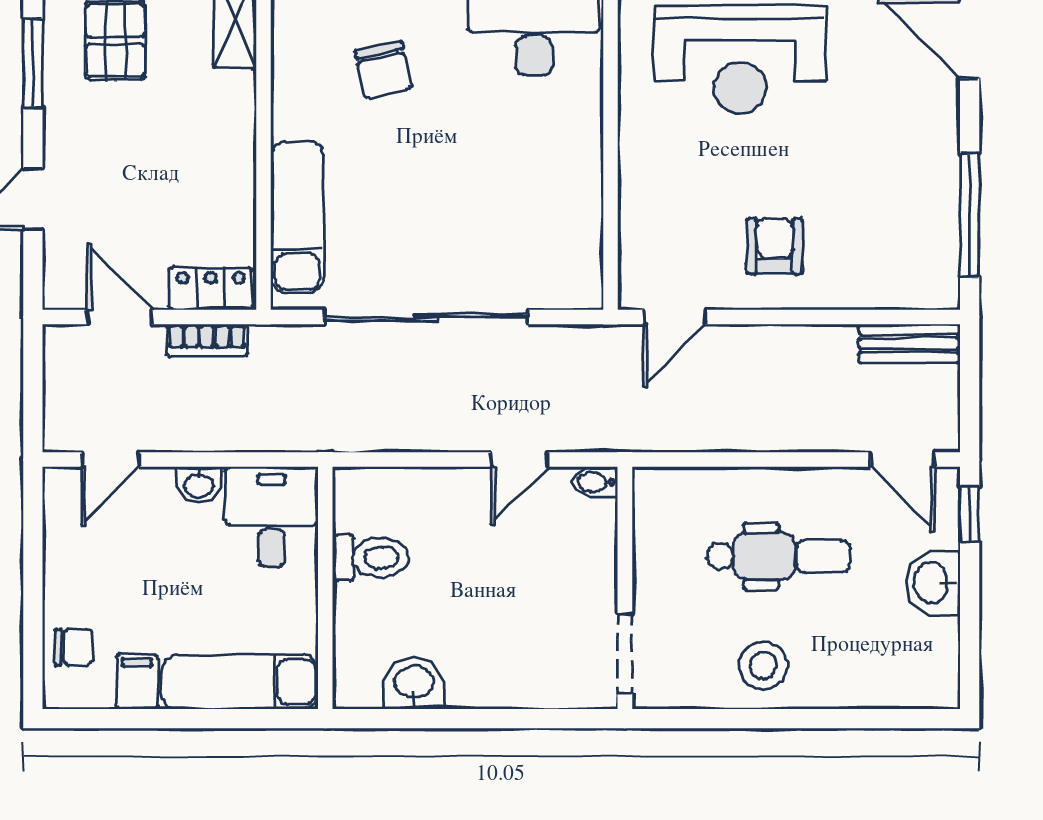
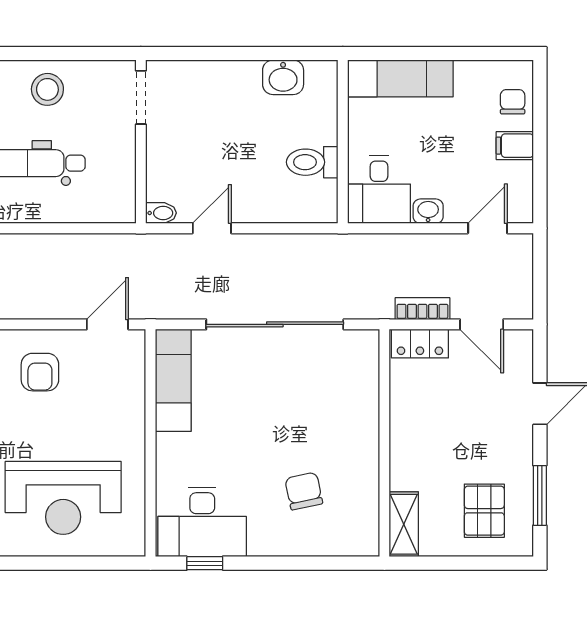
reception desk: (740, 59) -> (63, 498), turned 180
exam couch: (297, 217) -> (173, 380), moved, turned 180
chair: (73, 647) -> (513, 102), turned 90
filing cabinet: (137, 682) -> (515, 146), moved, turned 90

